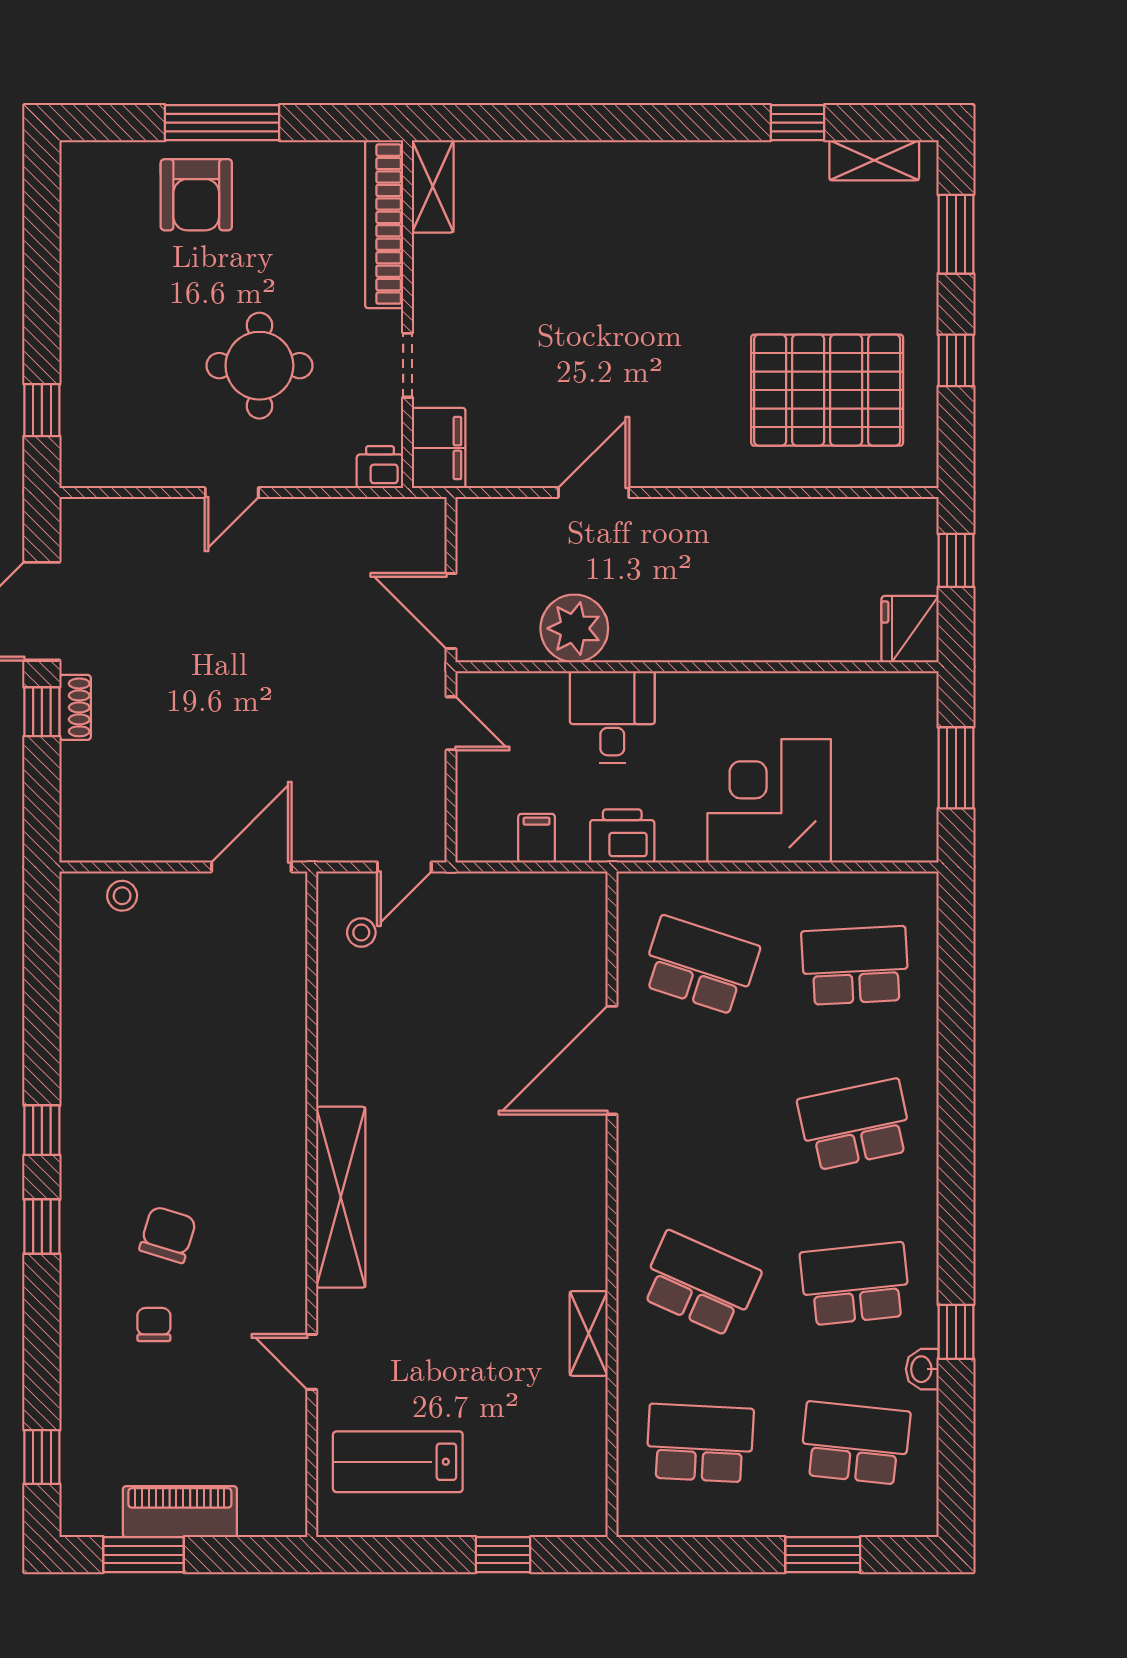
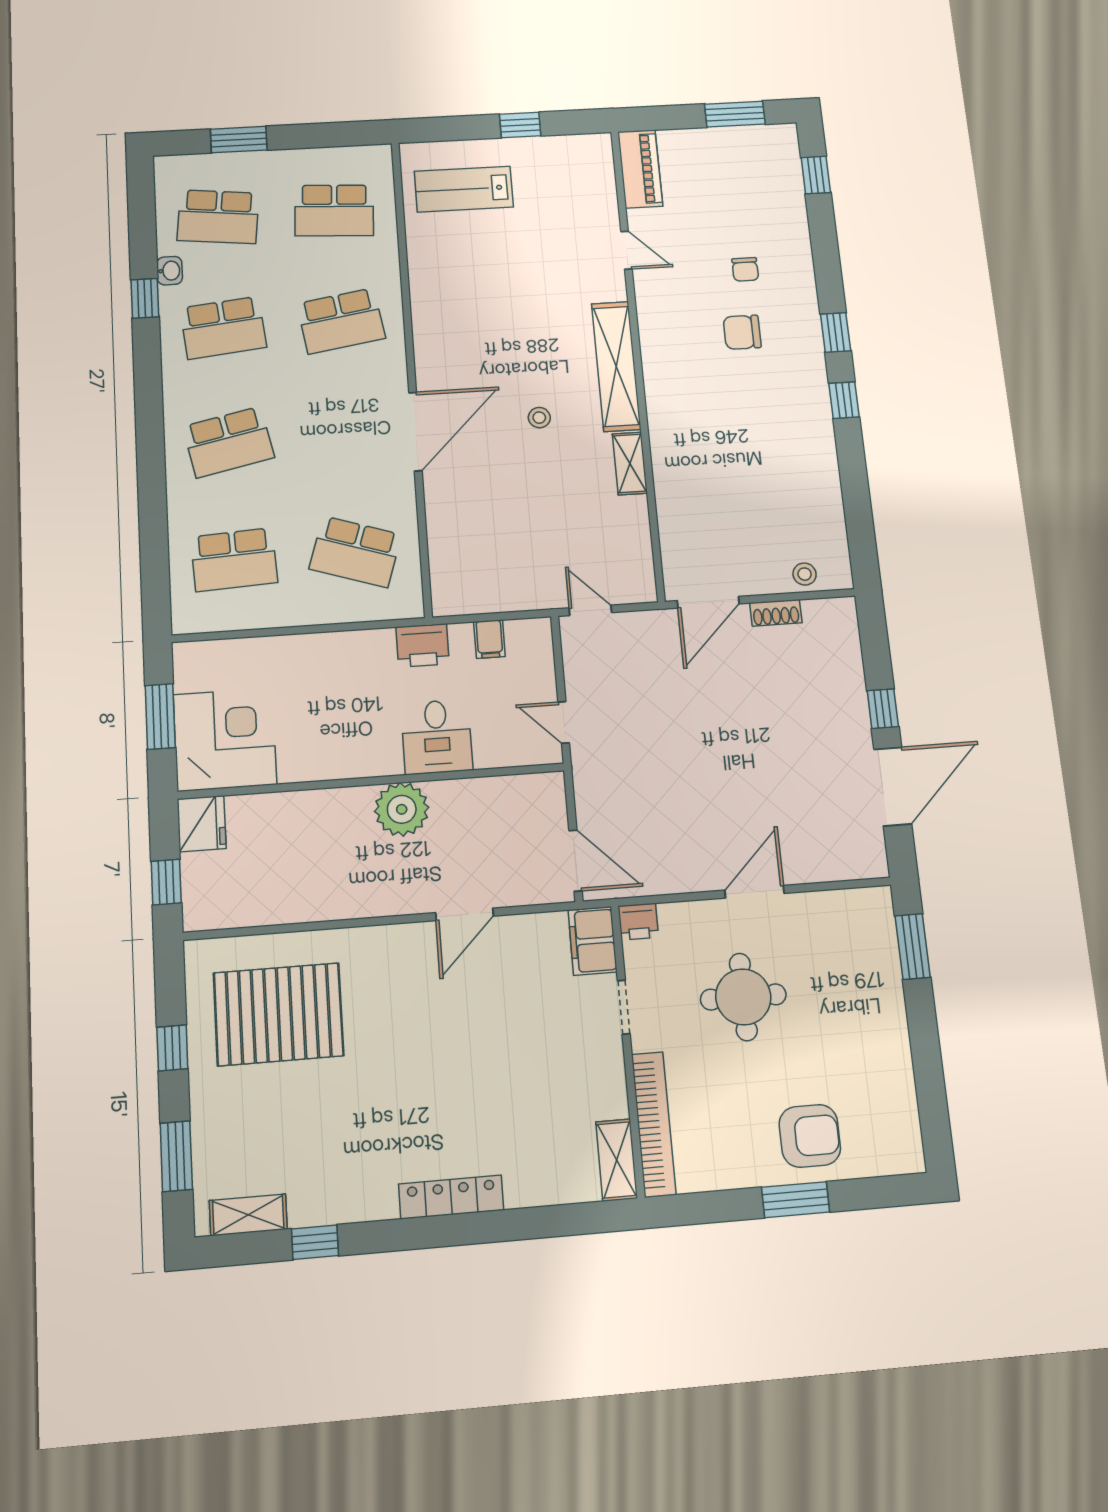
window: (222, 123) -> (796, 1200), width x0.69
locker: (634, 160) -> (451, 1197), added
armchair: (196, 195) -> (810, 1136), turned 90
window: (42, 410) -> (913, 946), width x1.50
door: (232, 493) -> (754, 892), width x1.38
door: (451, 611) -> (576, 861), moved
plant: (574, 628) -> (402, 809), moved
shoe rack: (75, 707) -> (776, 613), moved, turned -90
corner desk: (769, 801) -> (225, 739), moved, turned -90
door: (404, 867) -> (590, 610), hinge flipped
stool: (361, 932) -> (539, 418), moved
door: (612, 1060) -> (415, 432), moved
chair: (168, 1235) -> (742, 332), turned 73
school desk: (700, 1284) -> (341, 321), turned -33
shelving: (589, 1333) -> (630, 463), moved
lab bench: (398, 1462) -> (464, 189), moved, turned 180
piano: (180, 1512) -> (640, 169), moved, turned -90
window: (503, 1555) -> (520, 125), moved

